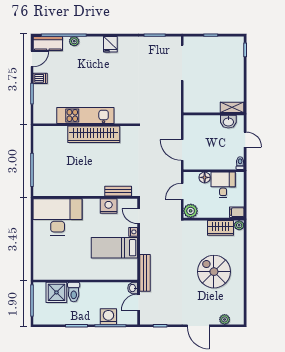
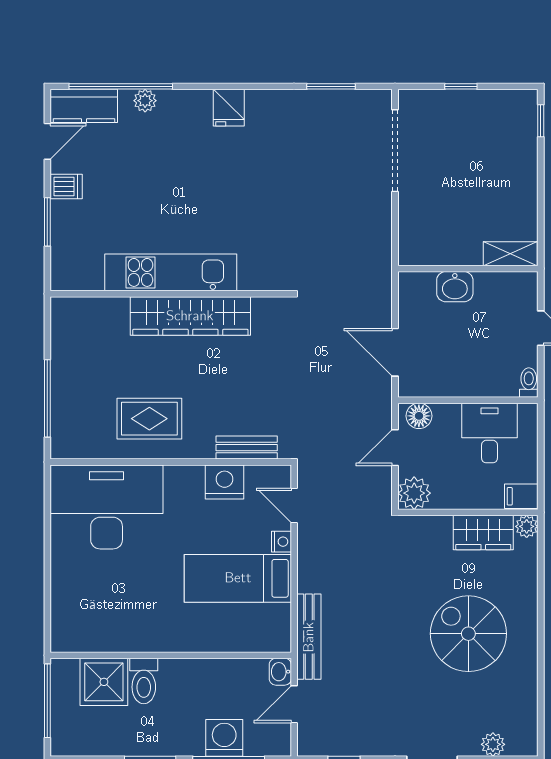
washbasin: (228, 122) -> (455, 287), moved
floor lamp: (205, 177) -> (419, 416), moved
rug: (76, 179) -> (149, 419), added

